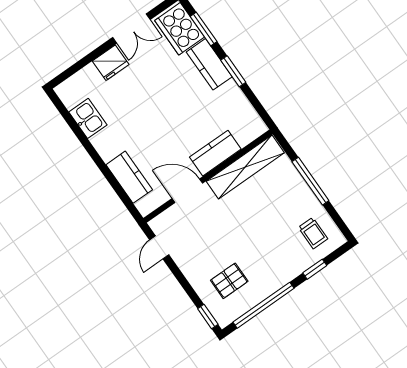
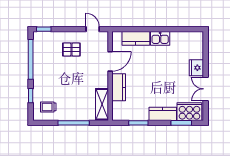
window: (233, 71) -> (138, 123), moved
kitchen sink: (88, 118) -> (160, 38), moved
shelving: (245, 167) -> (102, 104), width x0.68
pallet: (229, 281) -> (71, 50), moved, turned 90

